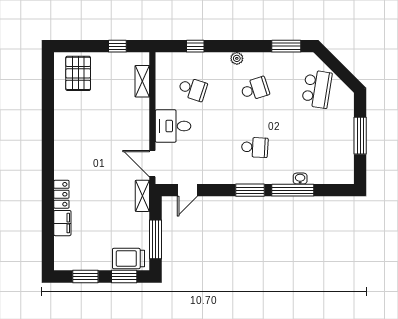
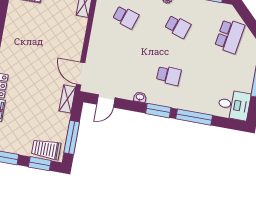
school desk: (255, 89) -> (178, 27), turned 36
desk: (173, 126) -> (234, 105), moved, turned 180
washbasin: (300, 179) -> (140, 97), moved

